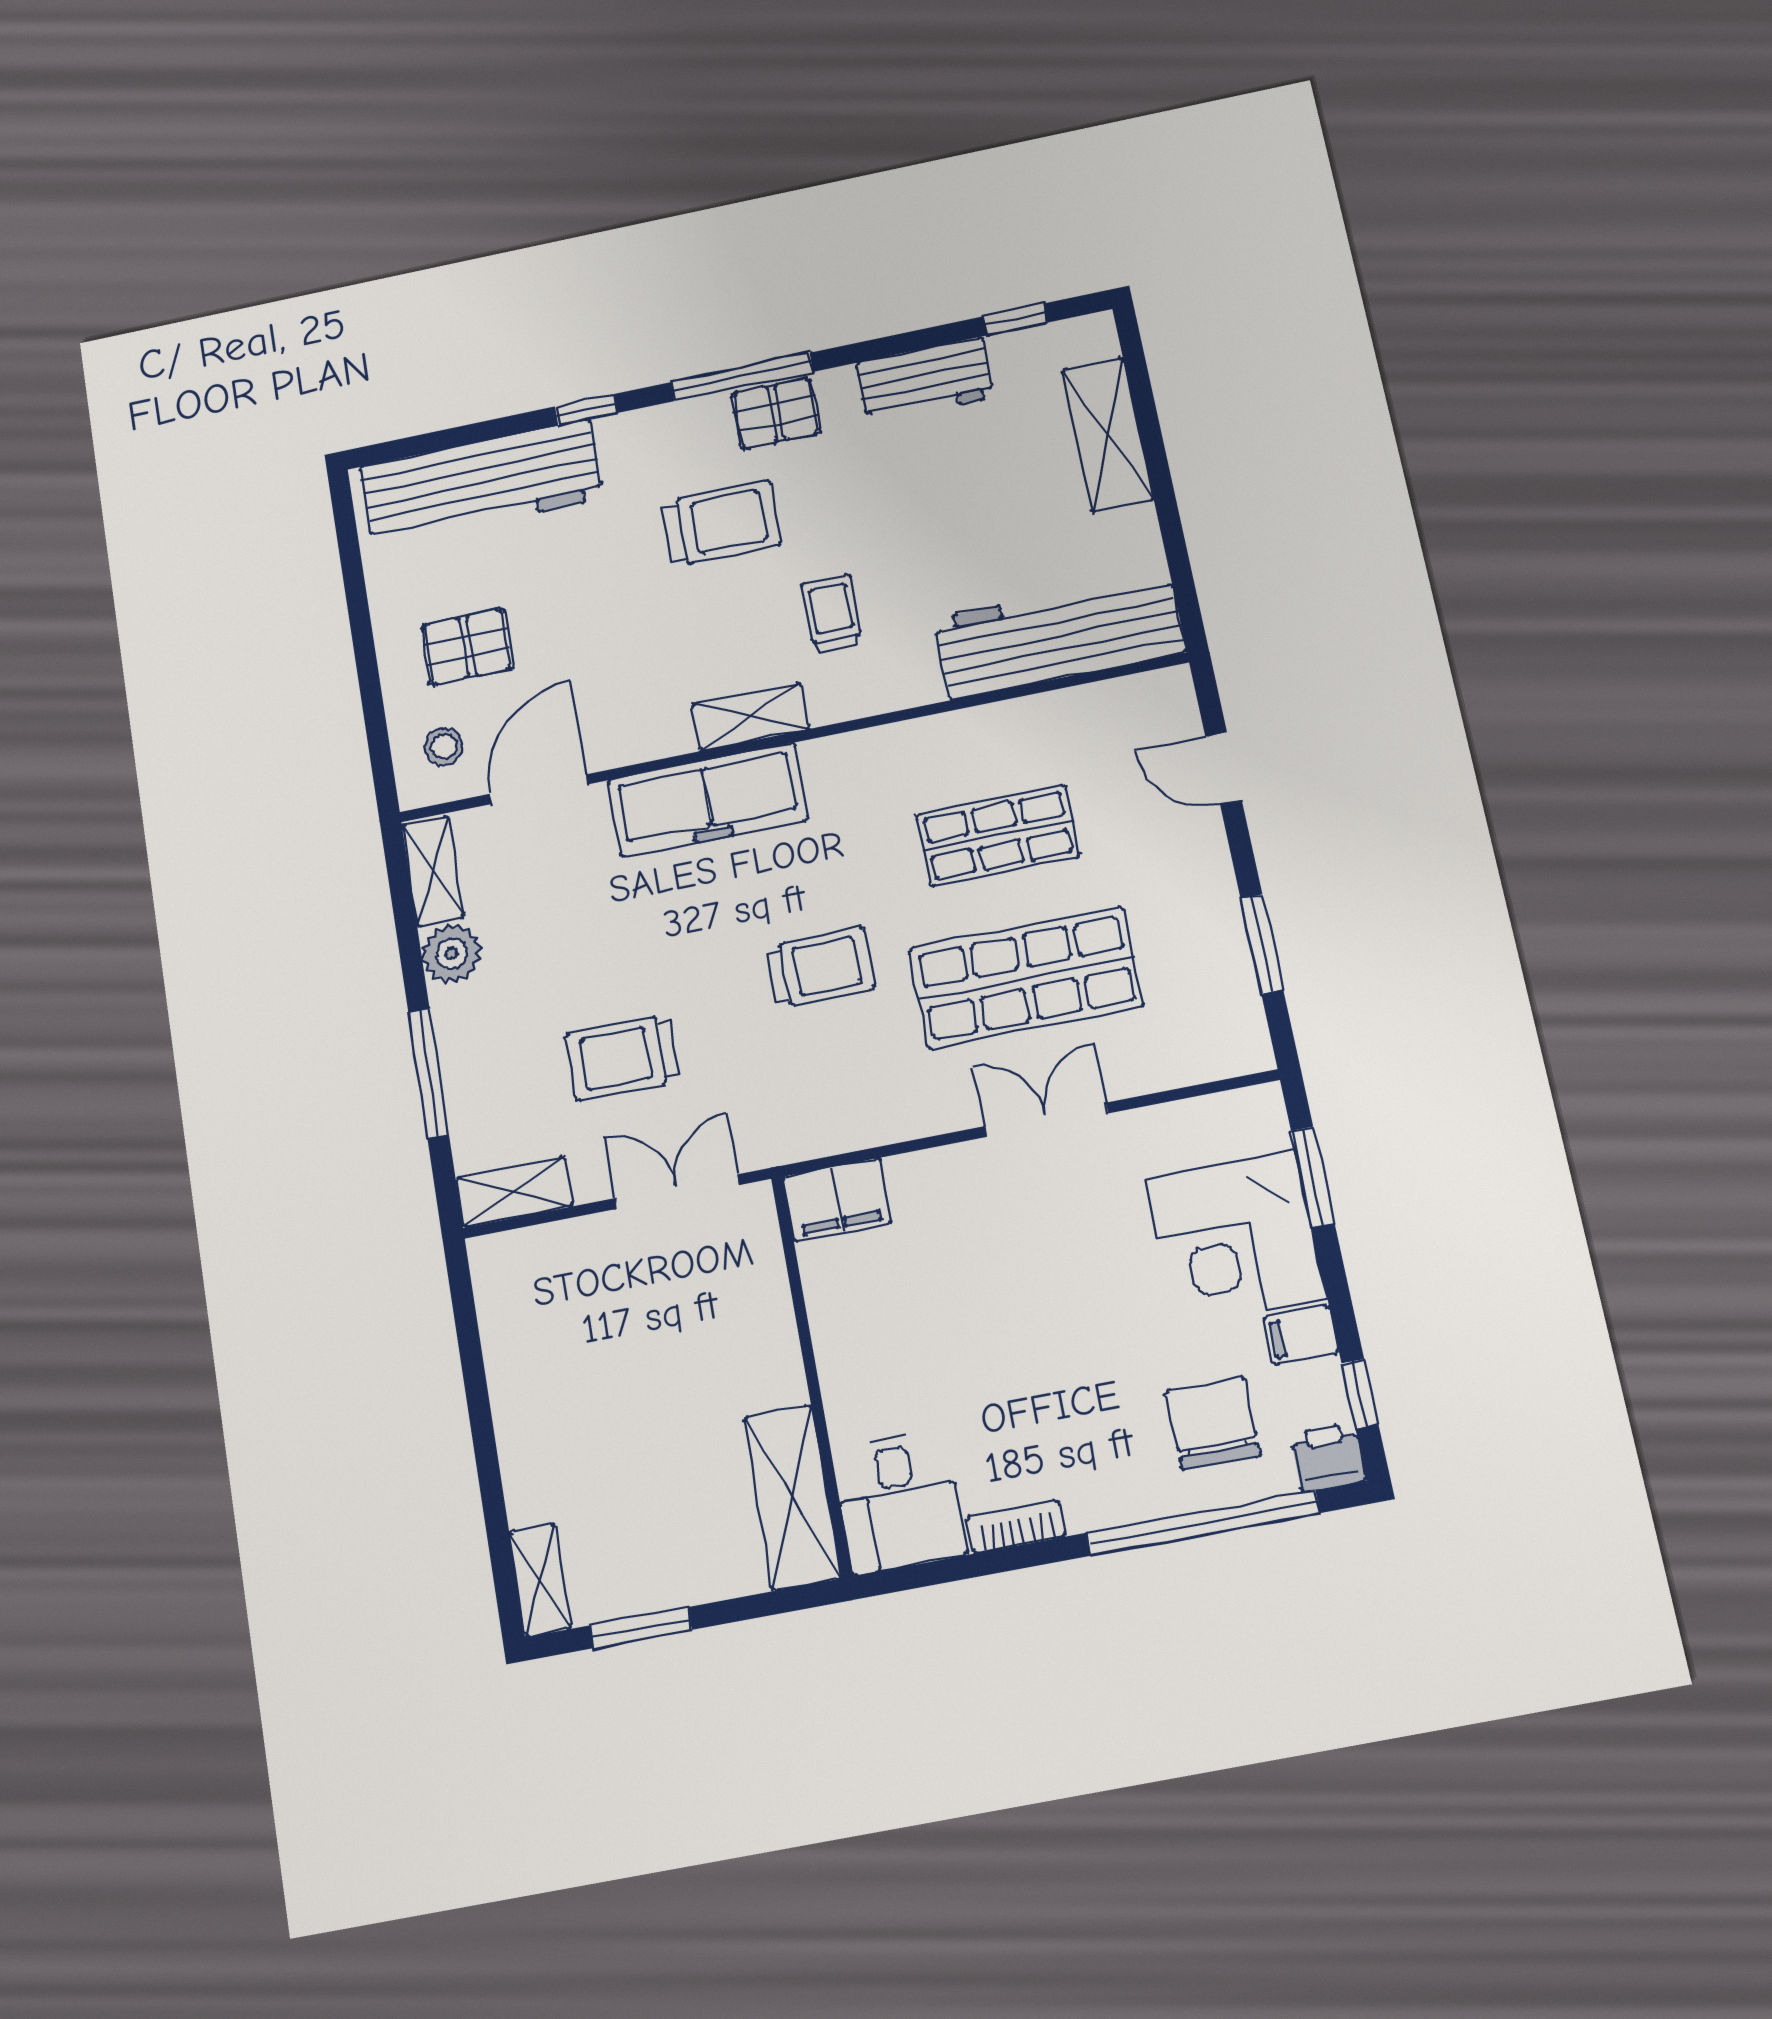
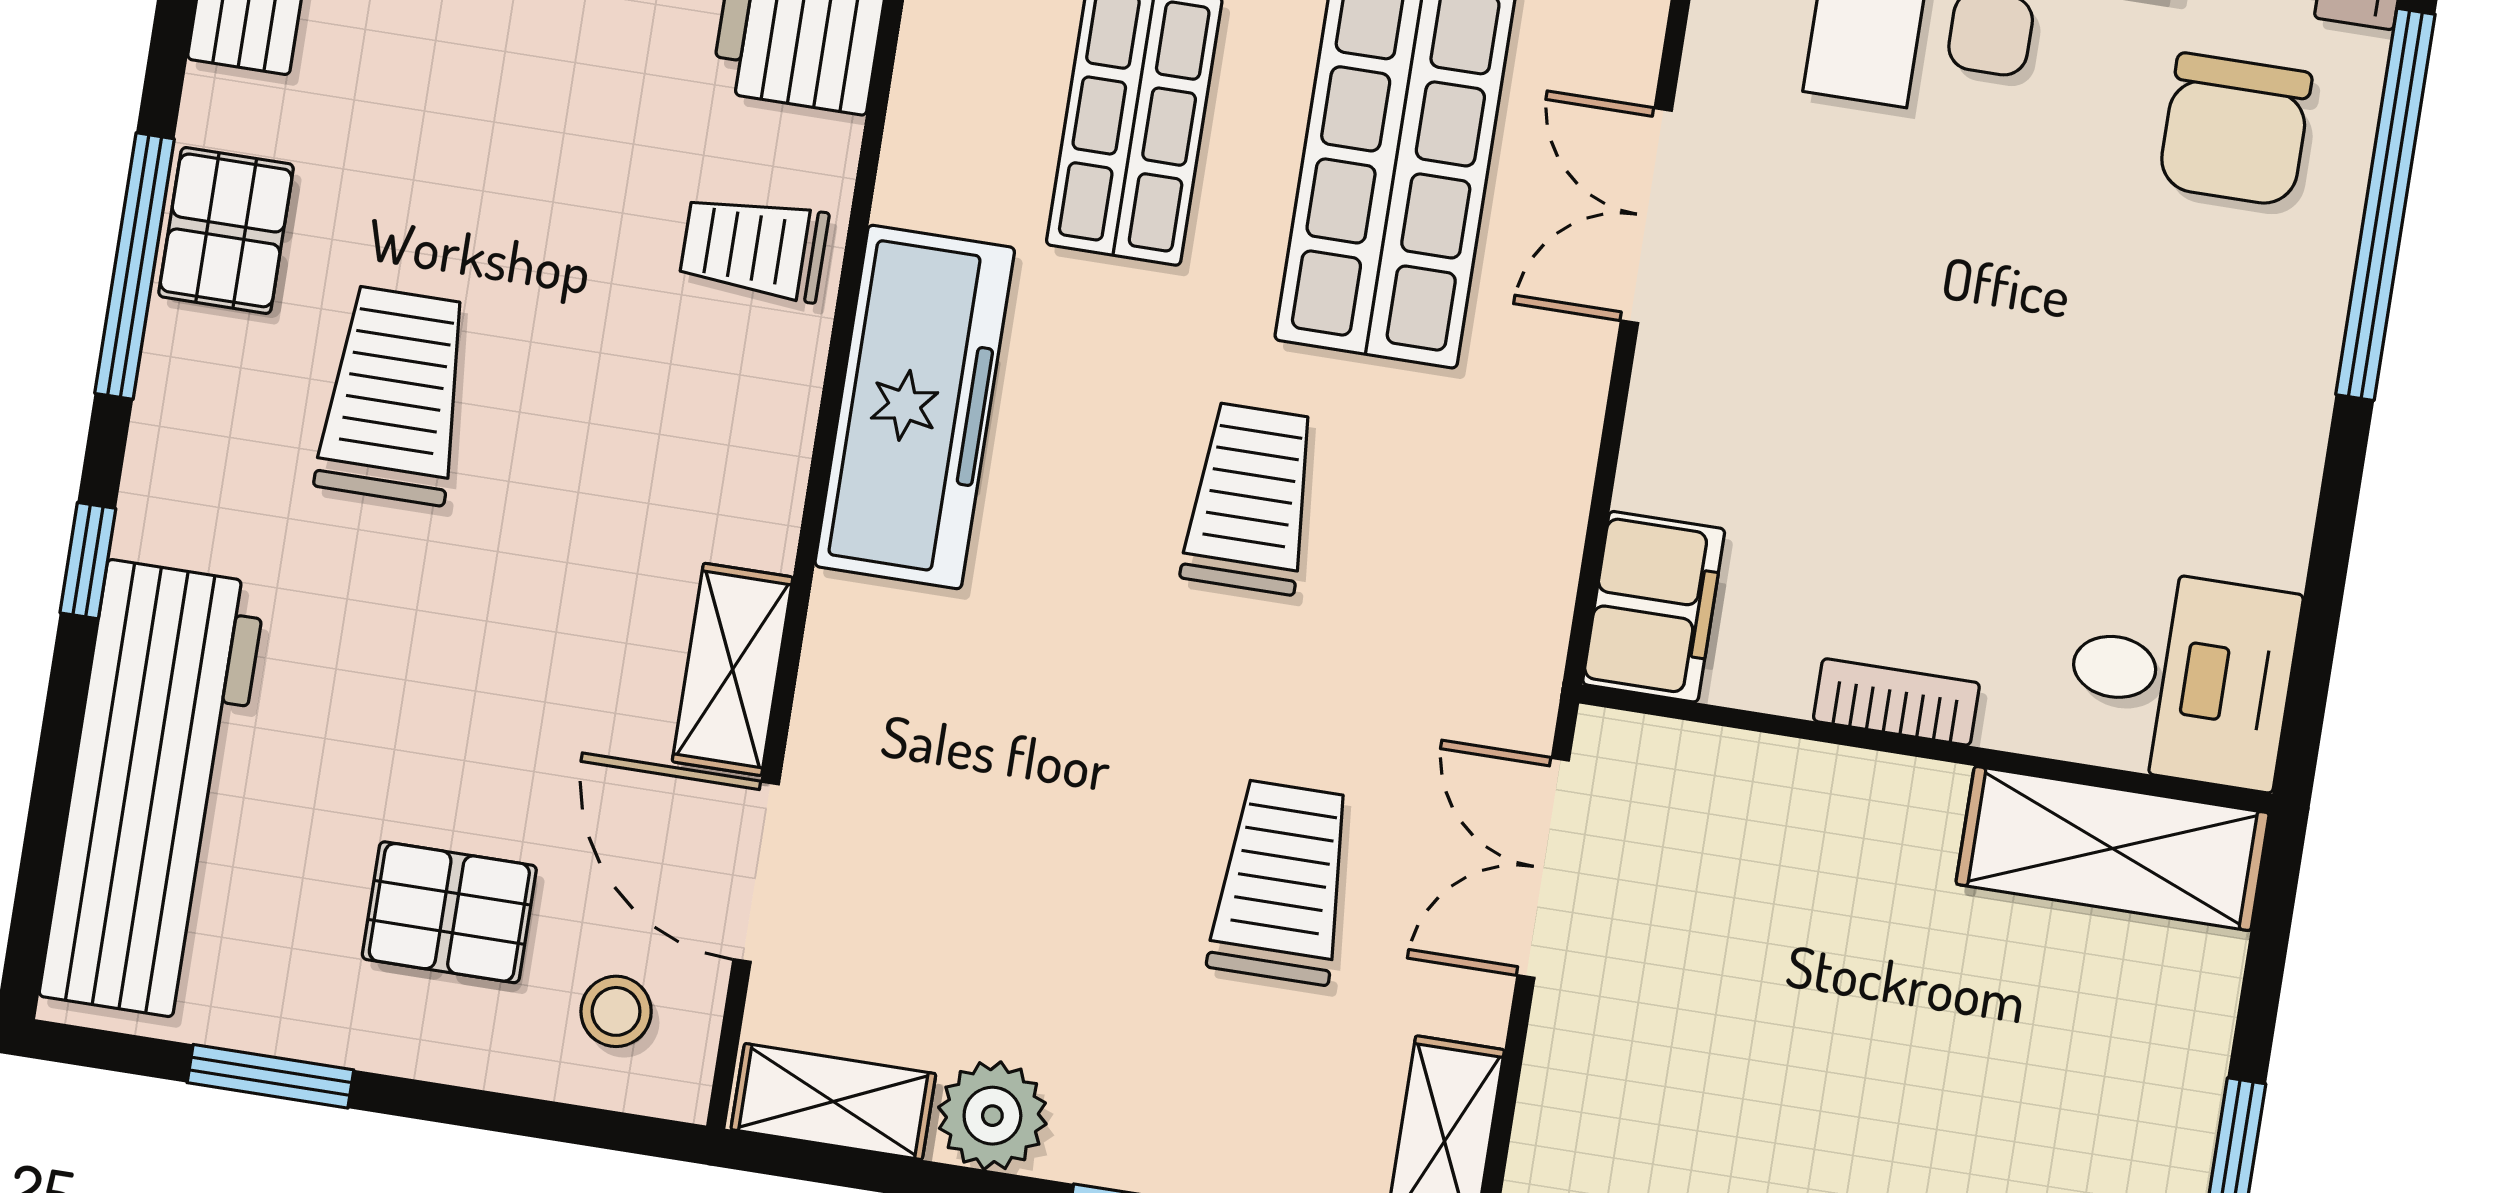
window: (356, 591) -> (270, 1076), added
trolley: (832, 614) -> (754, 248), moved
pallet: (467, 647) -> (449, 912), turned 90
shelving: (751, 717) -> (733, 669), moved
freezer: (708, 800) -> (915, 407), moved
trolley: (623, 1057) -> (1282, 882), turned 180
chair: (1213, 1423) -> (2235, 130), turned -90
bookcase: (1016, 1526) -> (1896, 702), moved, turned 90

